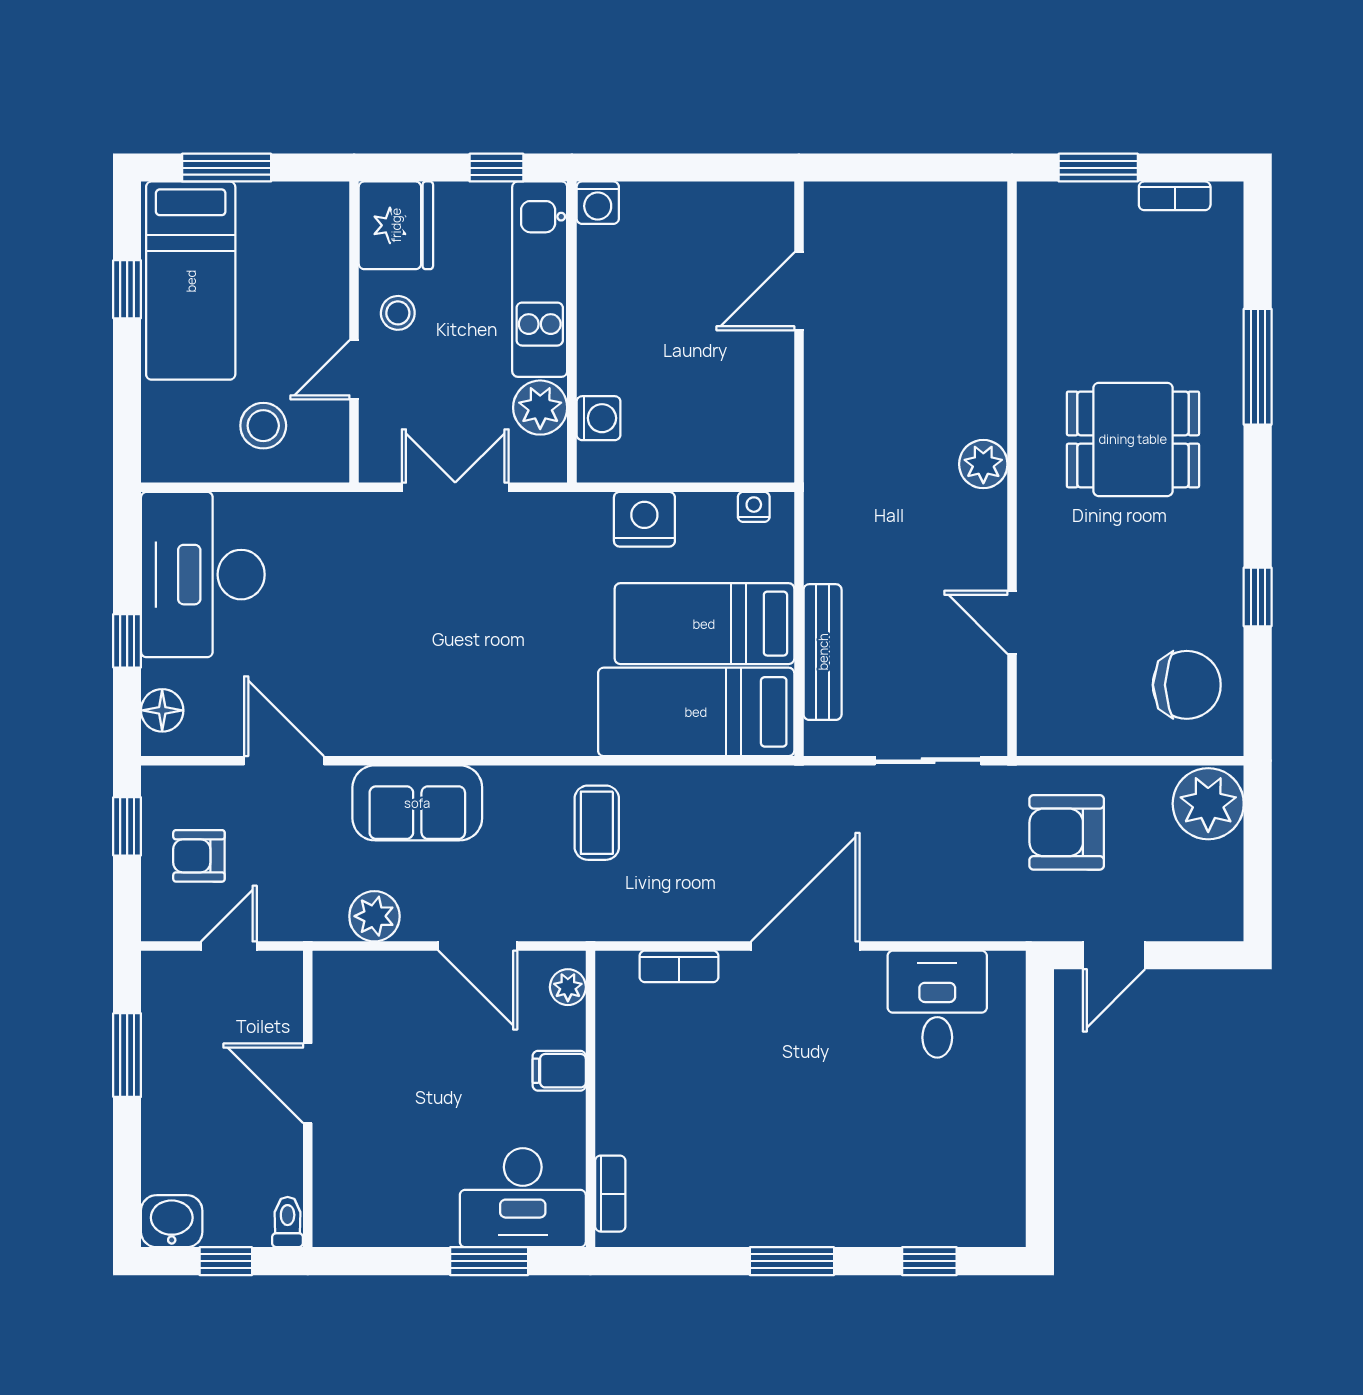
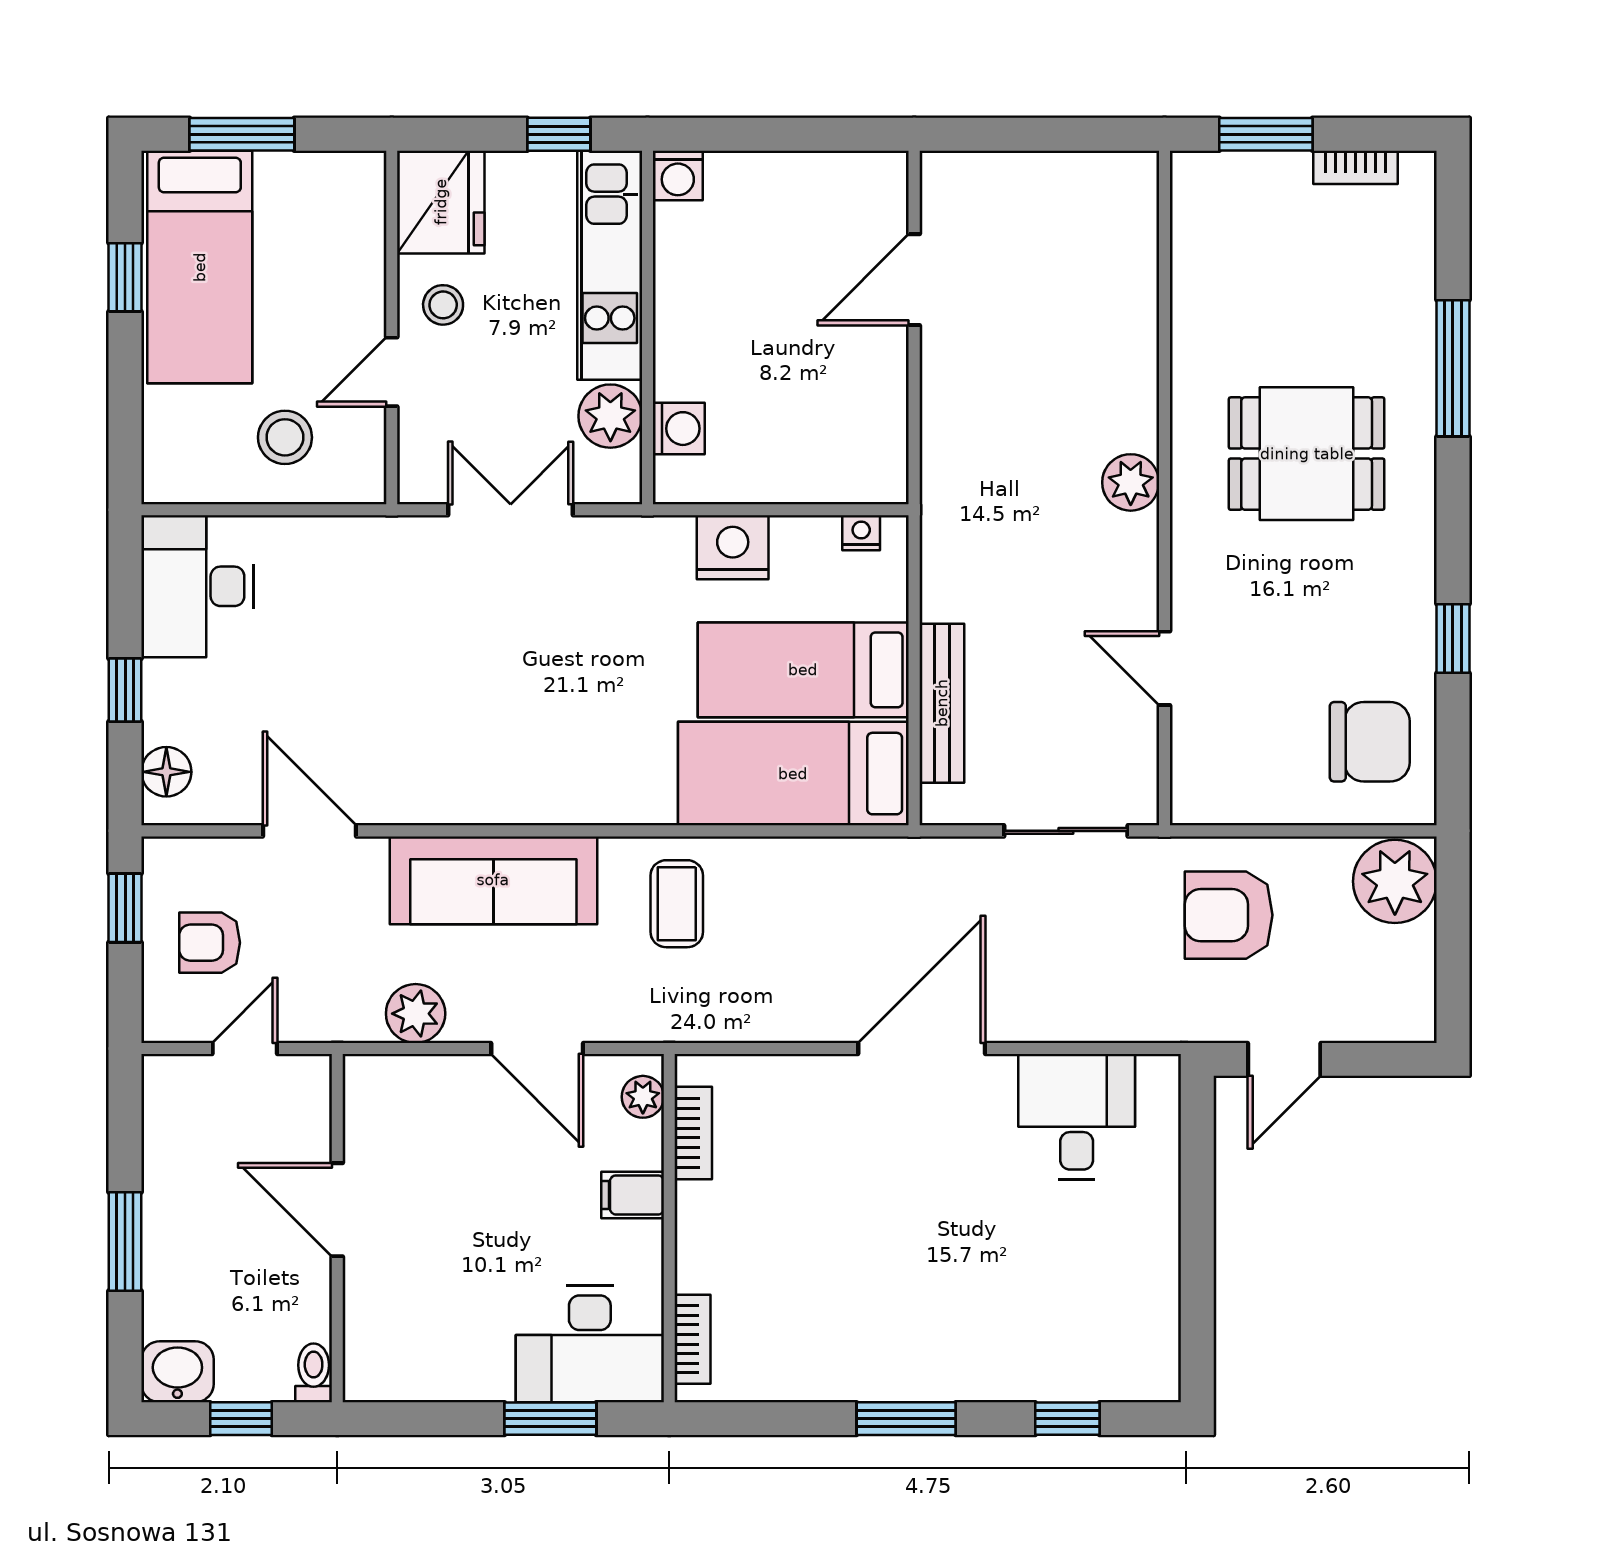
desk: (203, 575) -> (197, 586), width x0.73, depth x0.77
sofa: (417, 803) -> (493, 880), width x1.36
bookcase: (679, 966) -> (693, 1133), moved, turned -90
window: (127, 1055) -> (125, 1241), moved

